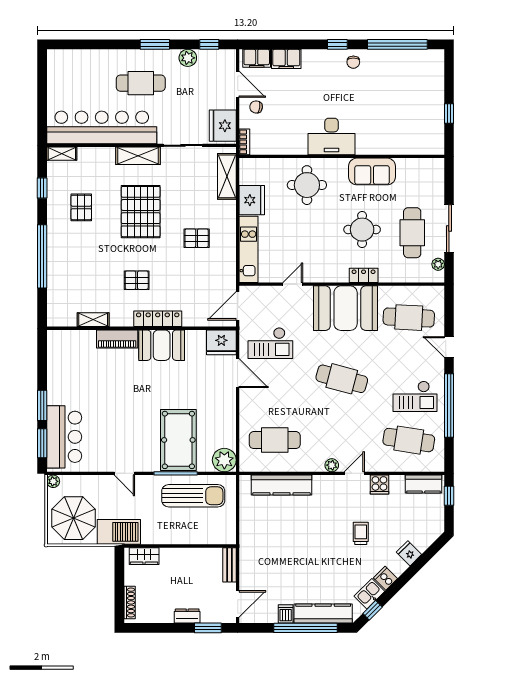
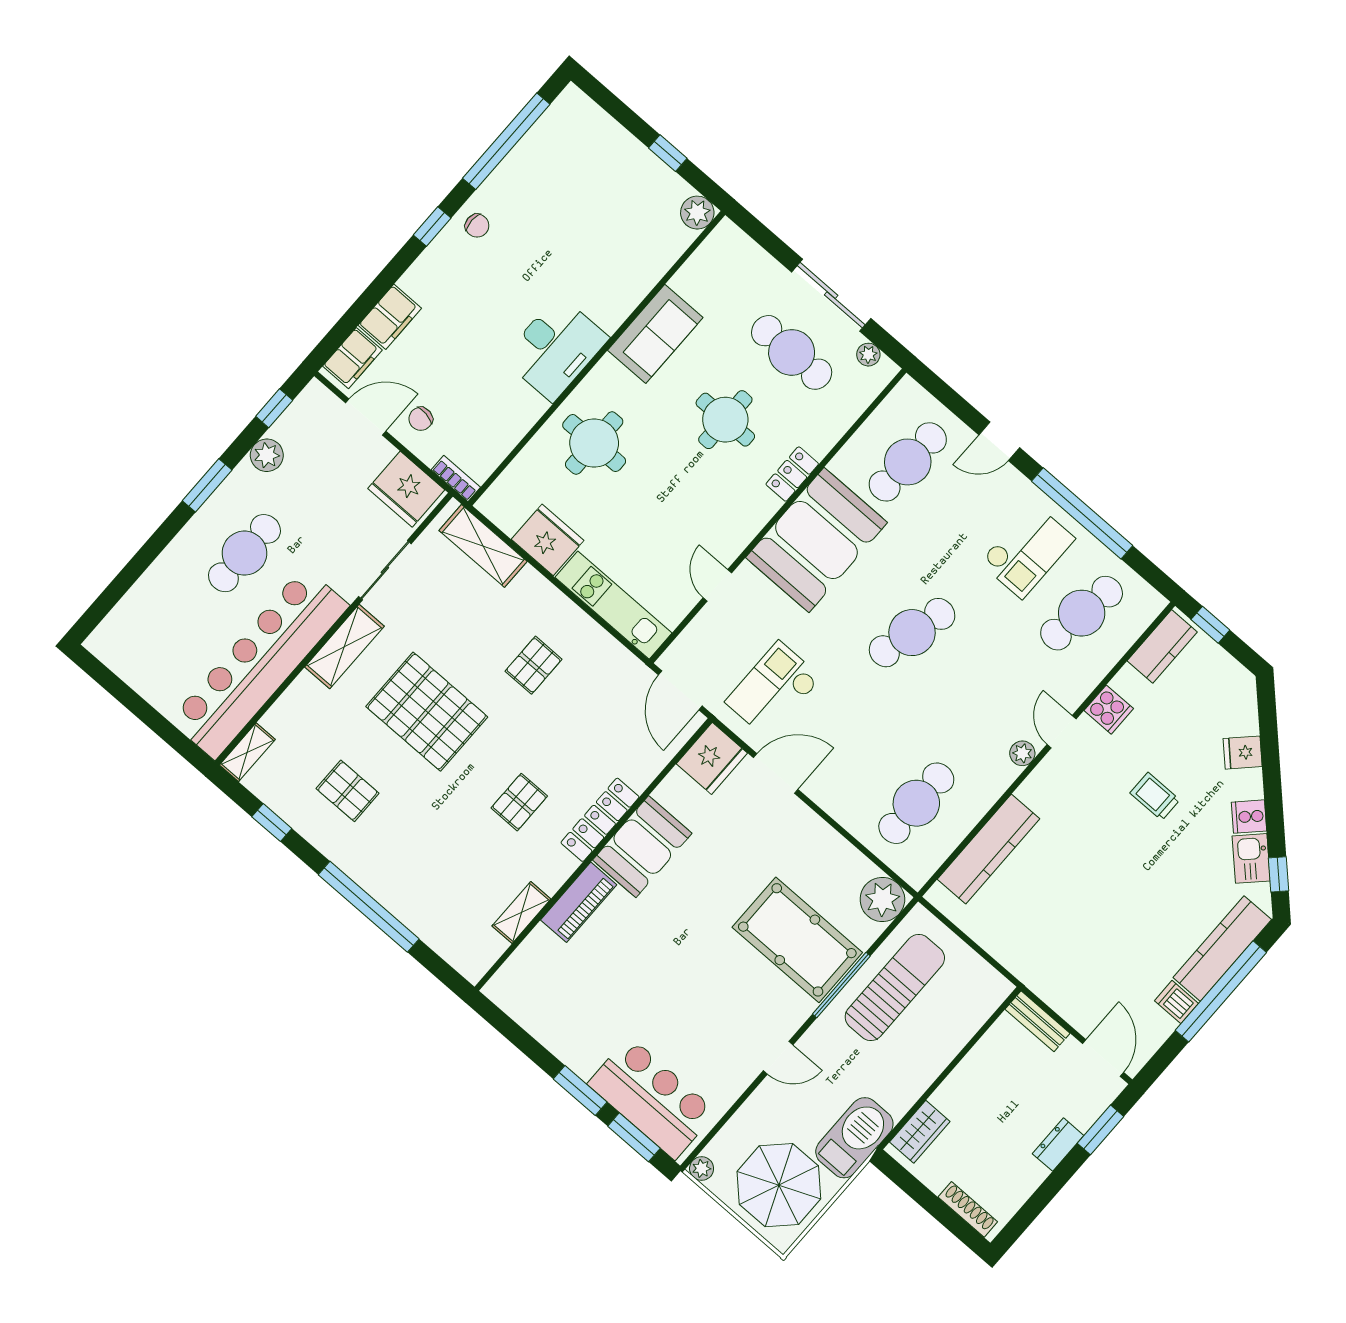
plant: (435, 146) -> (697, 213), added
checkout: (270, 343) -> (773, 690), turned 180

